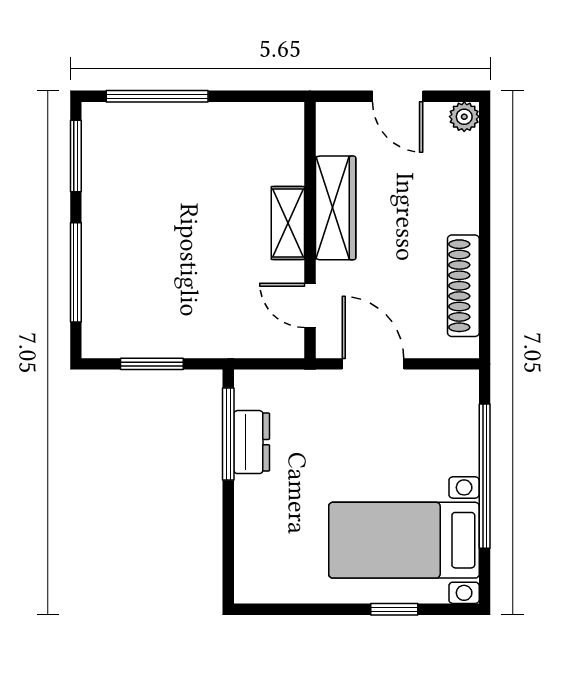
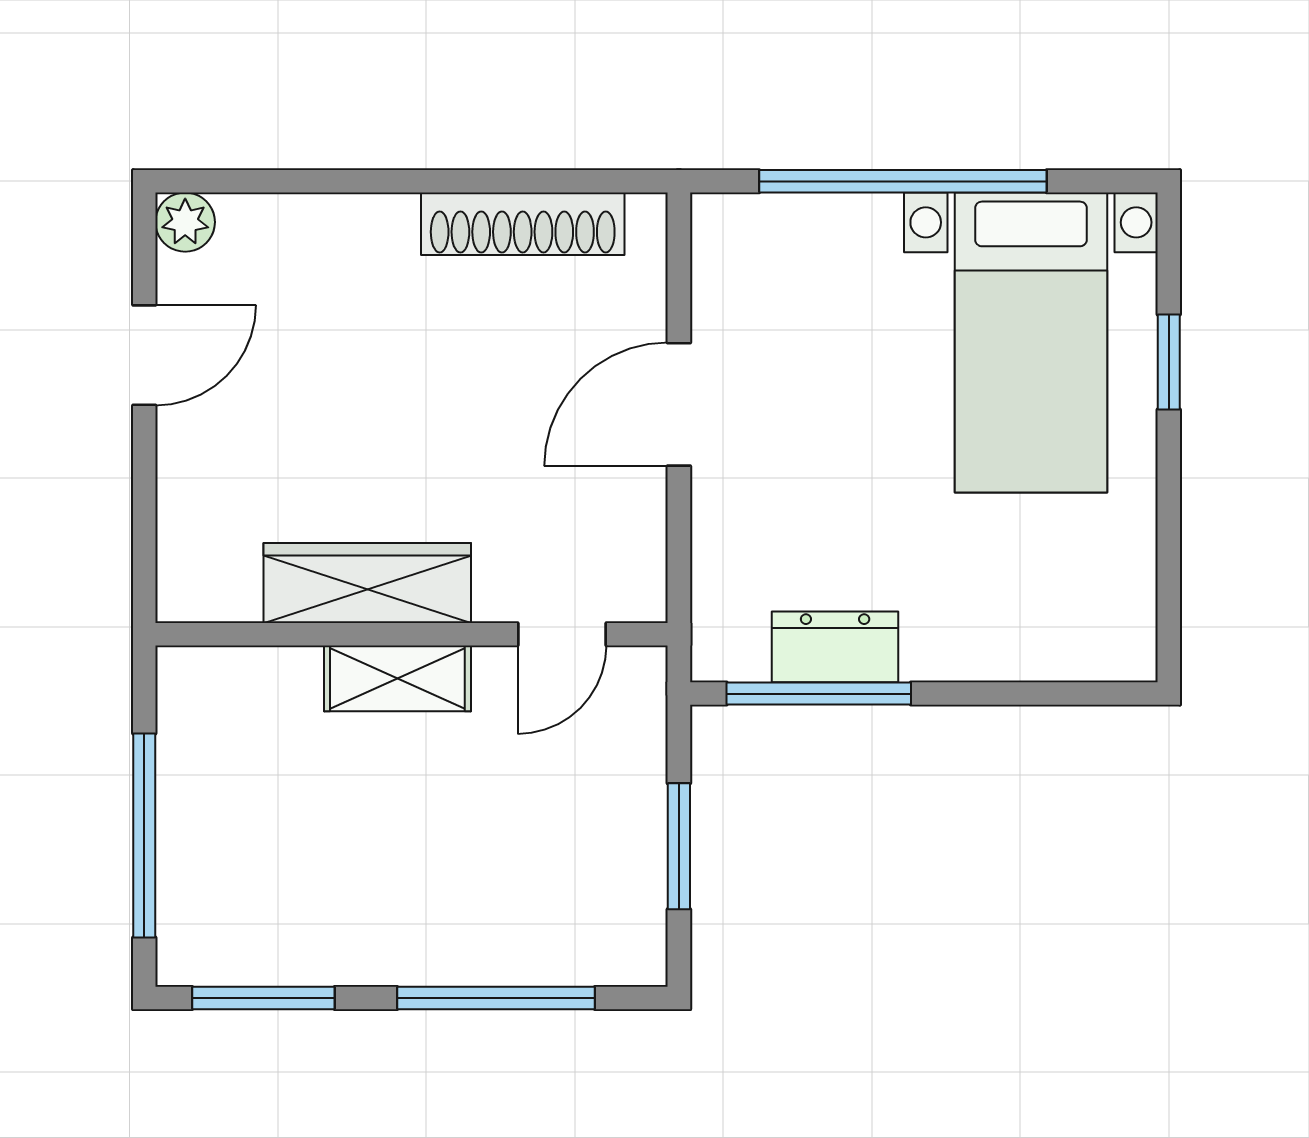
wardrobe: (336, 208) -> (367, 583), moved
shelving: (288, 223) -> (397, 678), moved
wall: (310, 230) -> (412, 634), moved
door: (310, 305) -> (562, 634), moved

